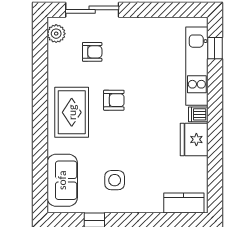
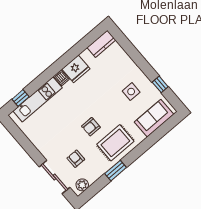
window: (40, 85) -> (116, 171), added
armchair: (114, 100) -> (91, 127), turned -90
kitchen counter: (184, 203) -> (101, 44), moved, turned -90

